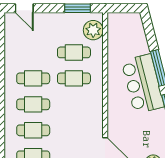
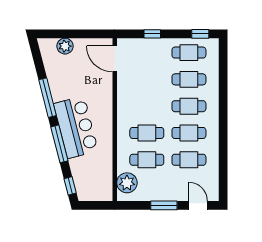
window: (78, 8) -> (164, 205), moved
window: (148, 27) -> (70, 186), added
cafe table: (33, 52) -> (189, 160), added

